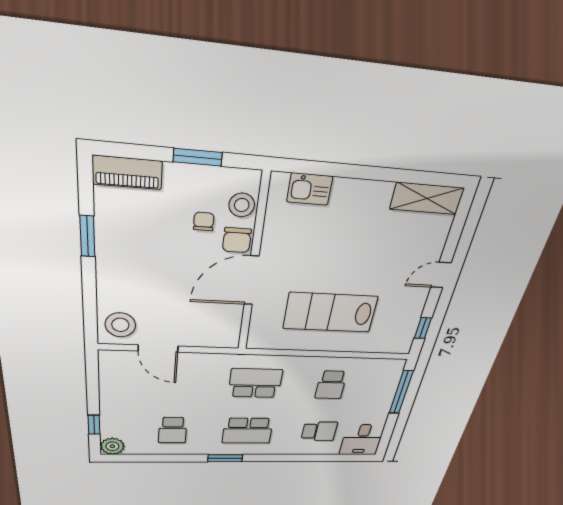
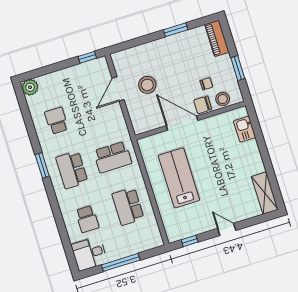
stool: (120, 325) -> (147, 85), moved
school desk: (255, 383) -> (113, 157), turned 90
school desk: (331, 385) -> (128, 206), width x1.85
window: (401, 392) -> (121, 262), moved
window: (94, 425) -> (87, 57), moved
school desk: (173, 430) -> (56, 121), turned 90

